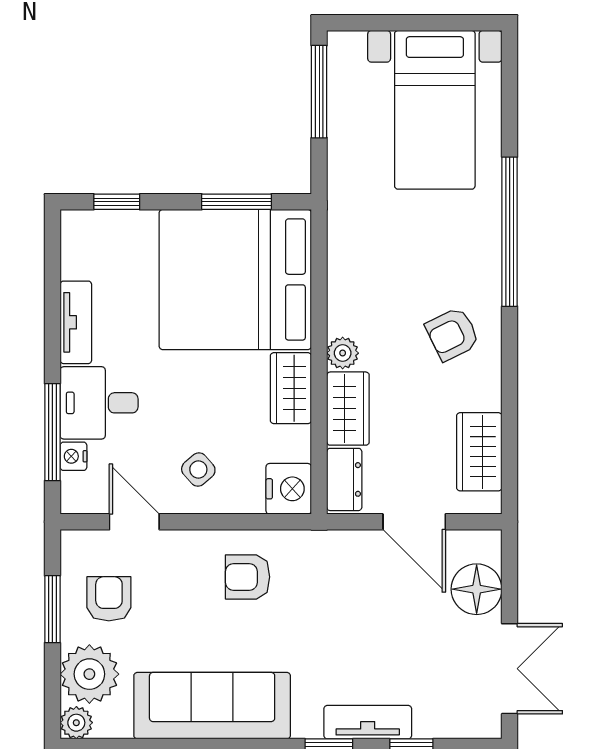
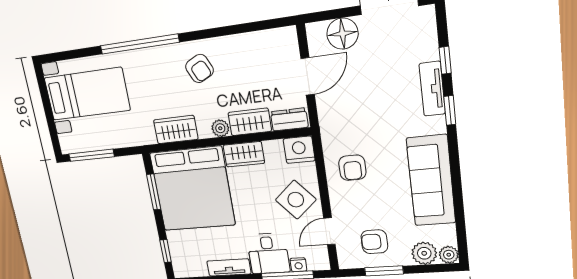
wardrobe: (479, 452) -> (176, 130), moved, turned 180
side table: (198, 470) -> (296, 200), width x1.87, depth x1.87
plant: (89, 674) -> (424, 253), width x0.73, depth x0.73

